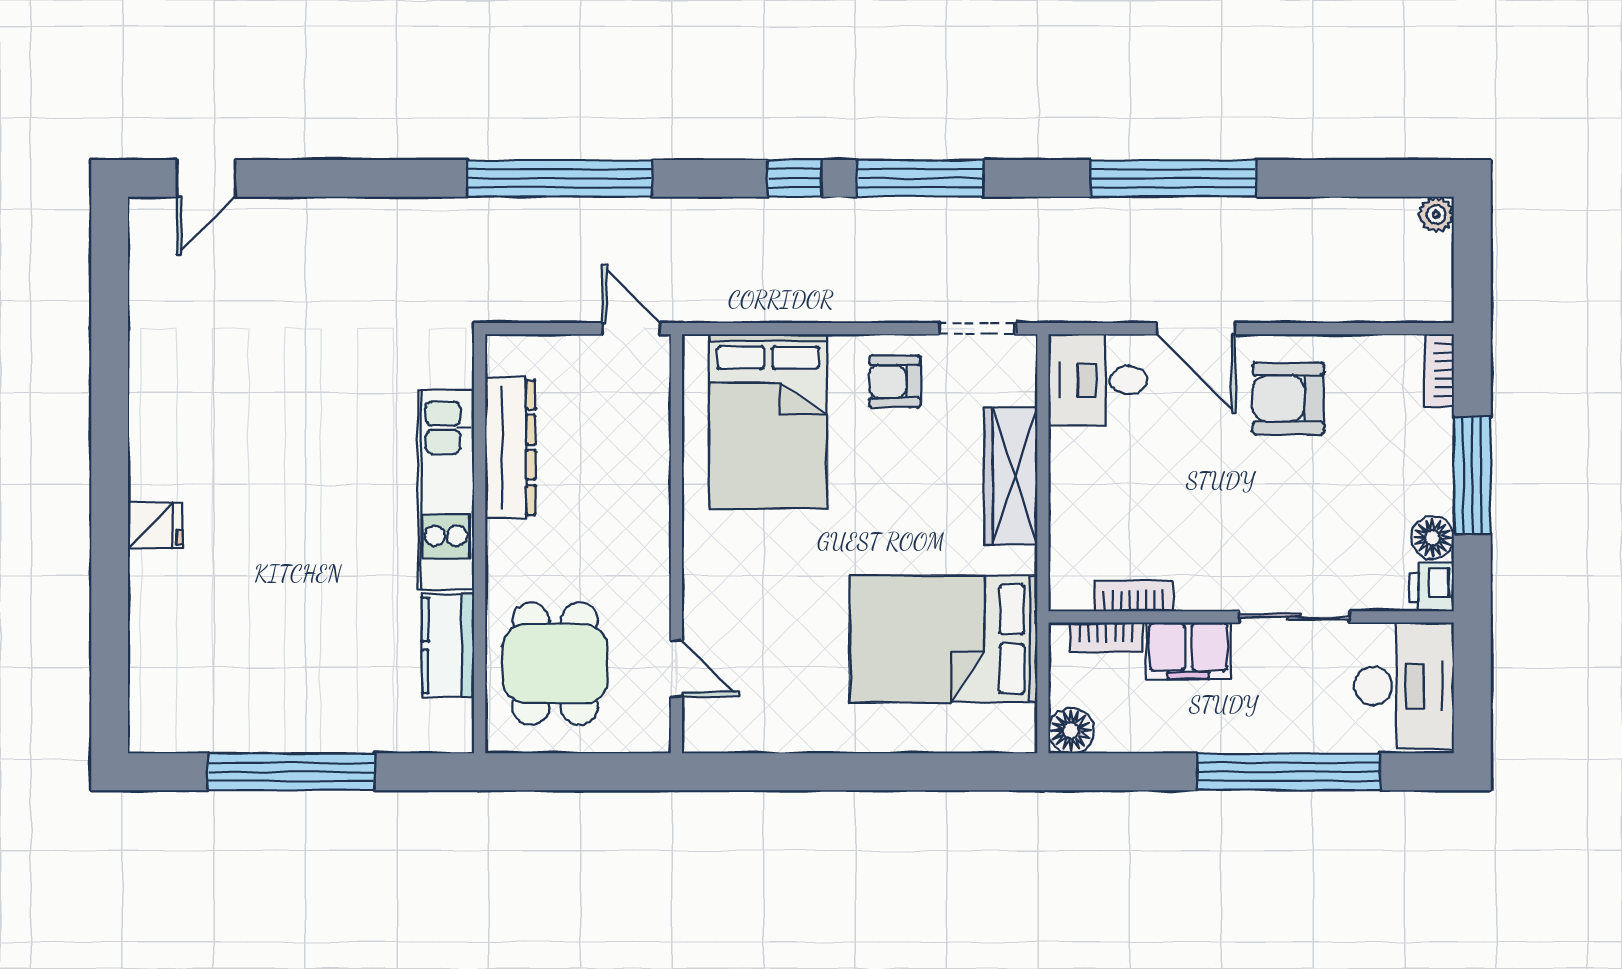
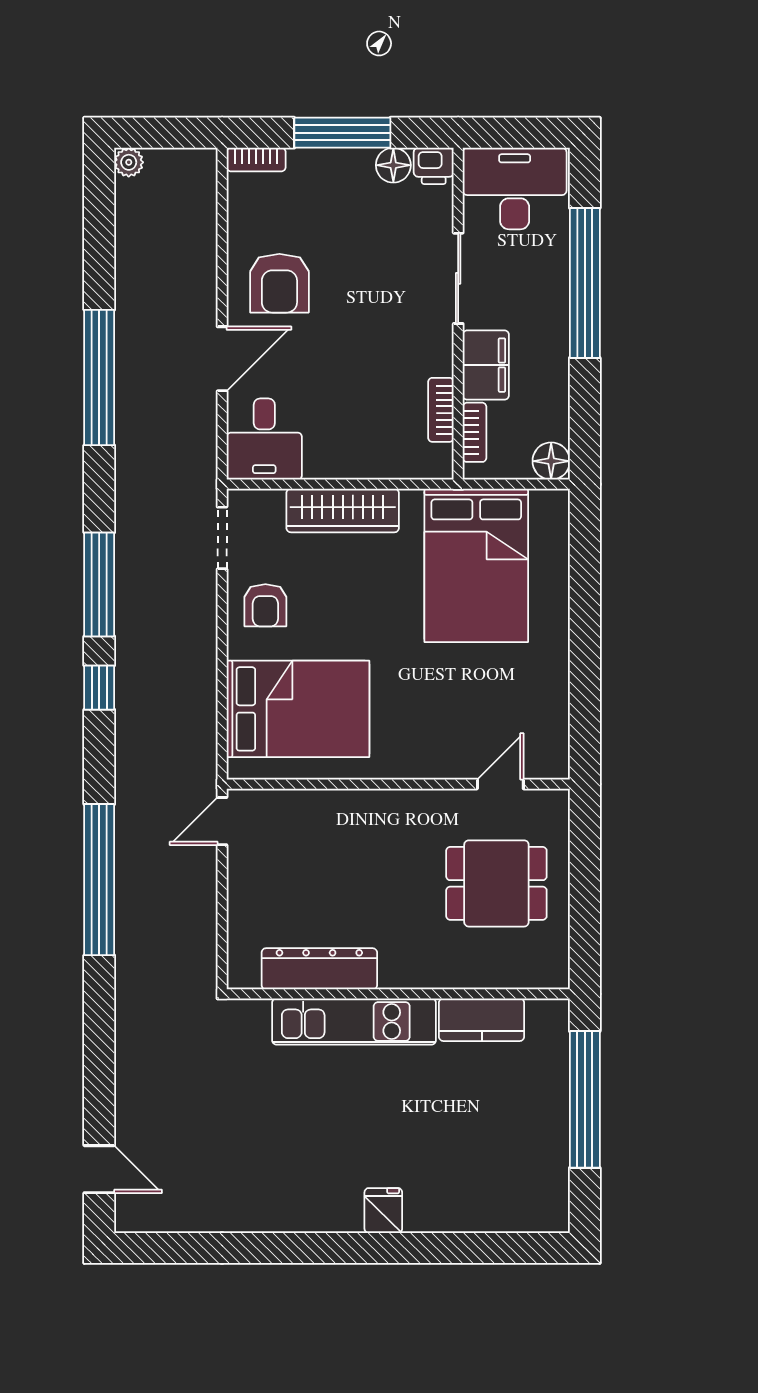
dresser: (510, 447) -> (319, 969), moved
kitchen unit: (446, 490) -> (354, 1022), moved
wall: (480, 544) -> (398, 994), moved
kitchen counter: (448, 646) -> (482, 1020), moved

